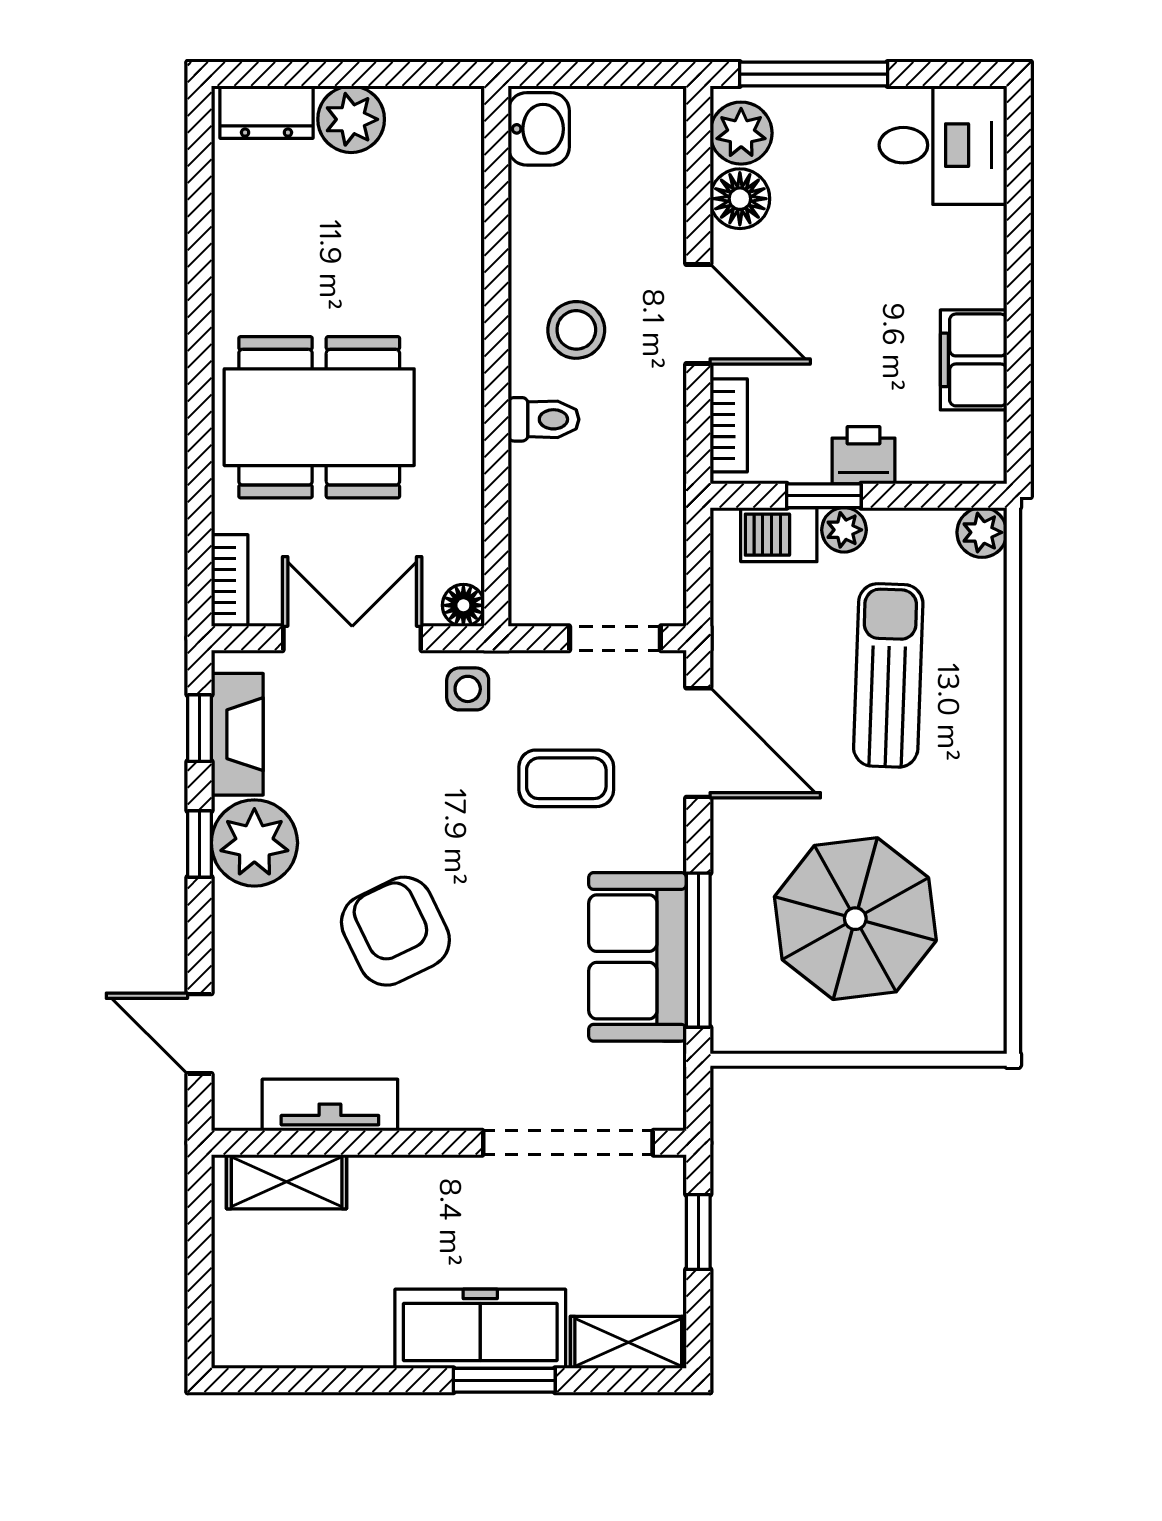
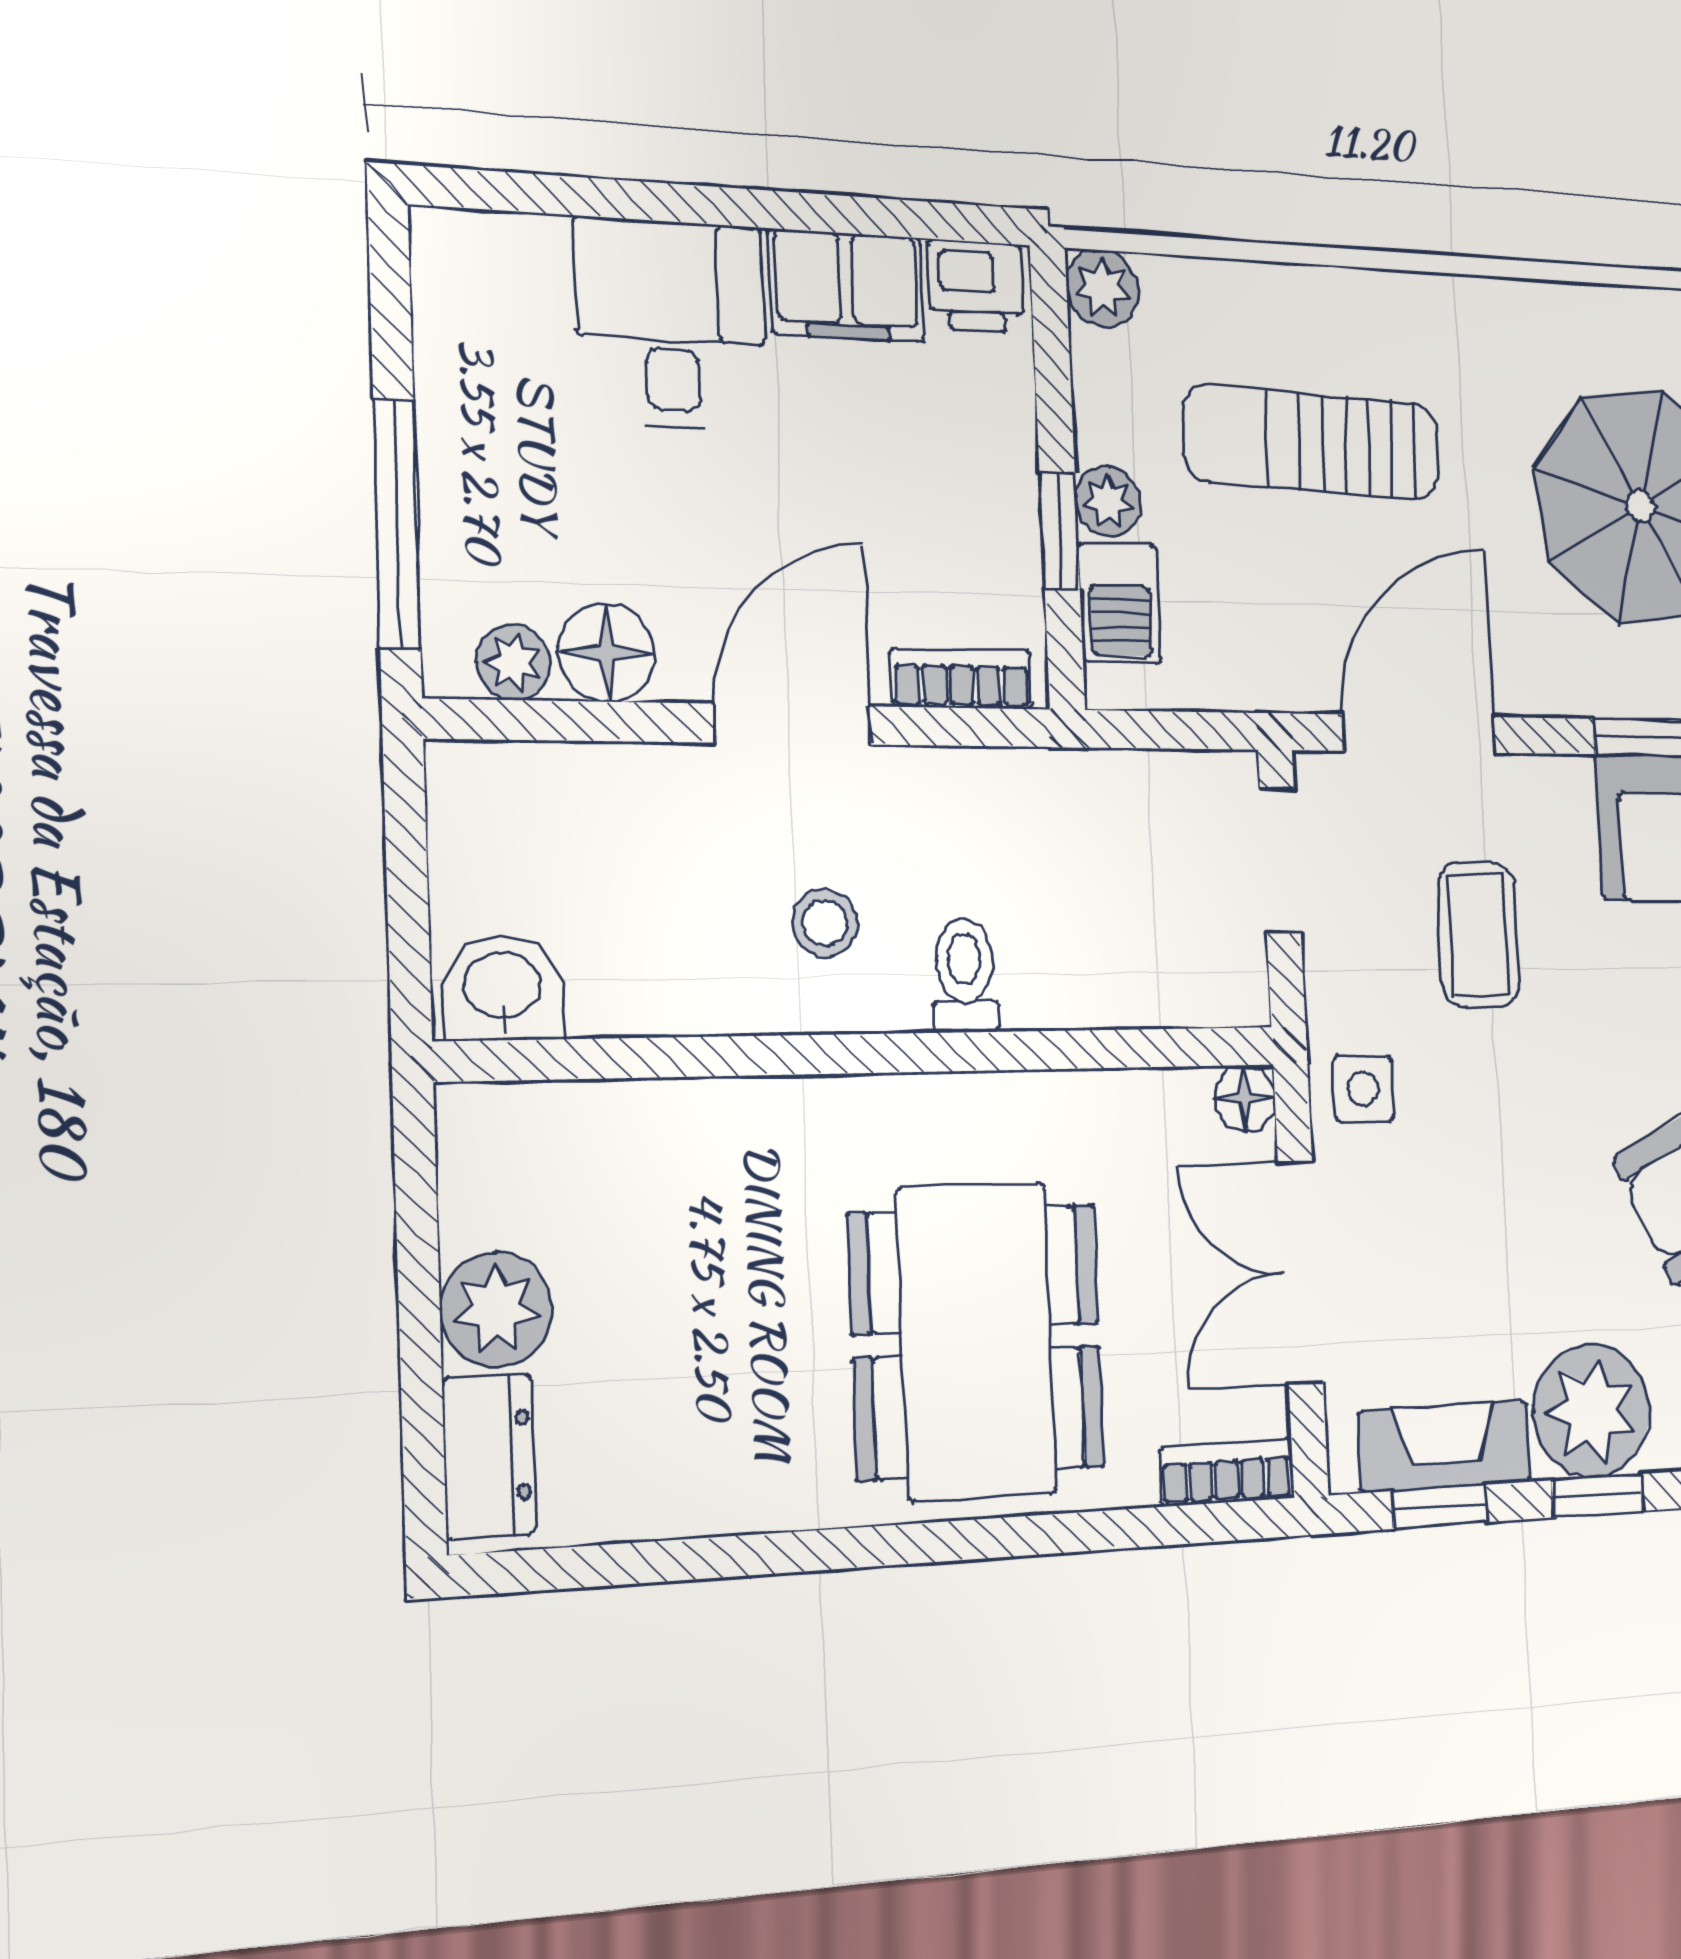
plant: (741, 133) -> (513, 663), width x0.73, depth x0.73
desk: (943, 145) -> (671, 324), moved
stool: (576, 330) -> (825, 923), width x0.73, depth x0.73
printer: (864, 455) -> (976, 286), moved, turned -90

